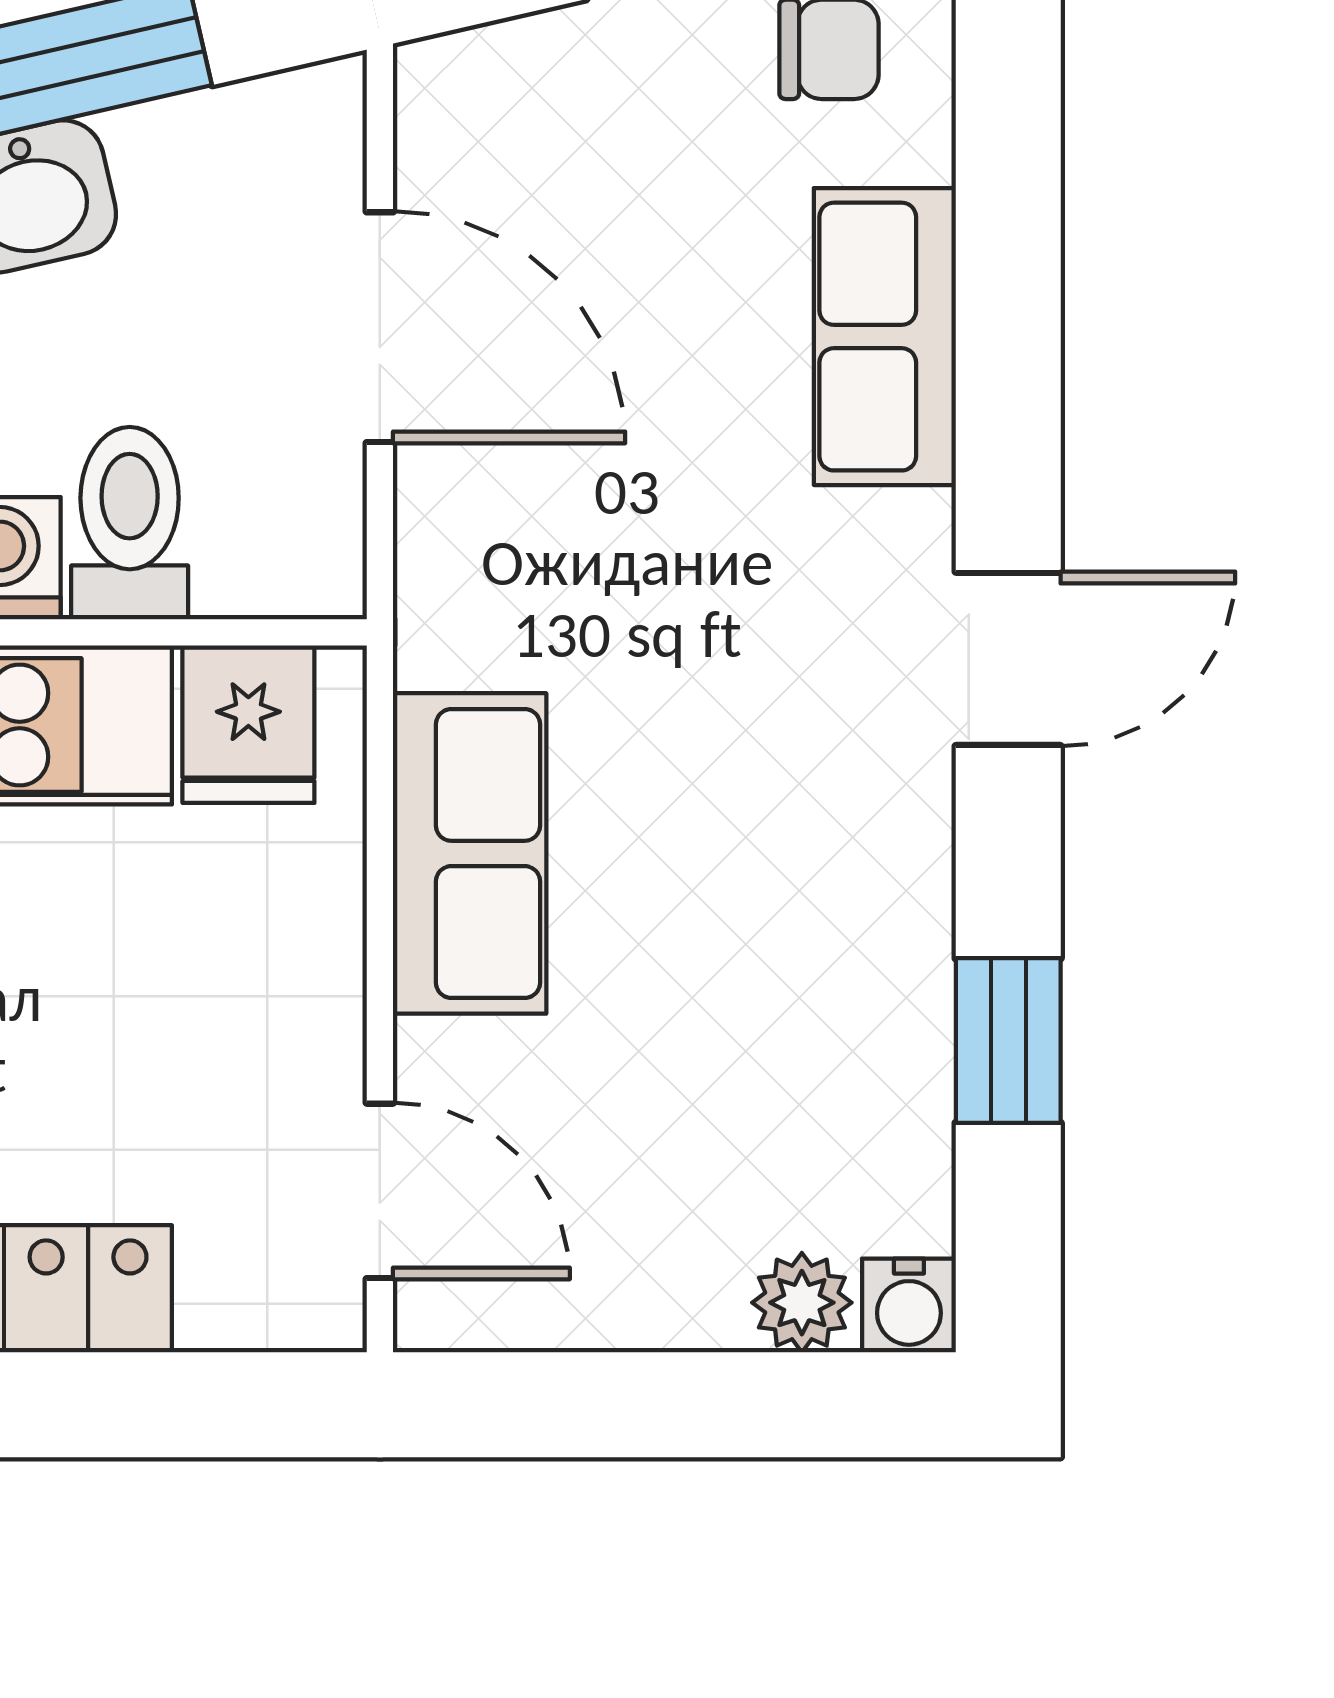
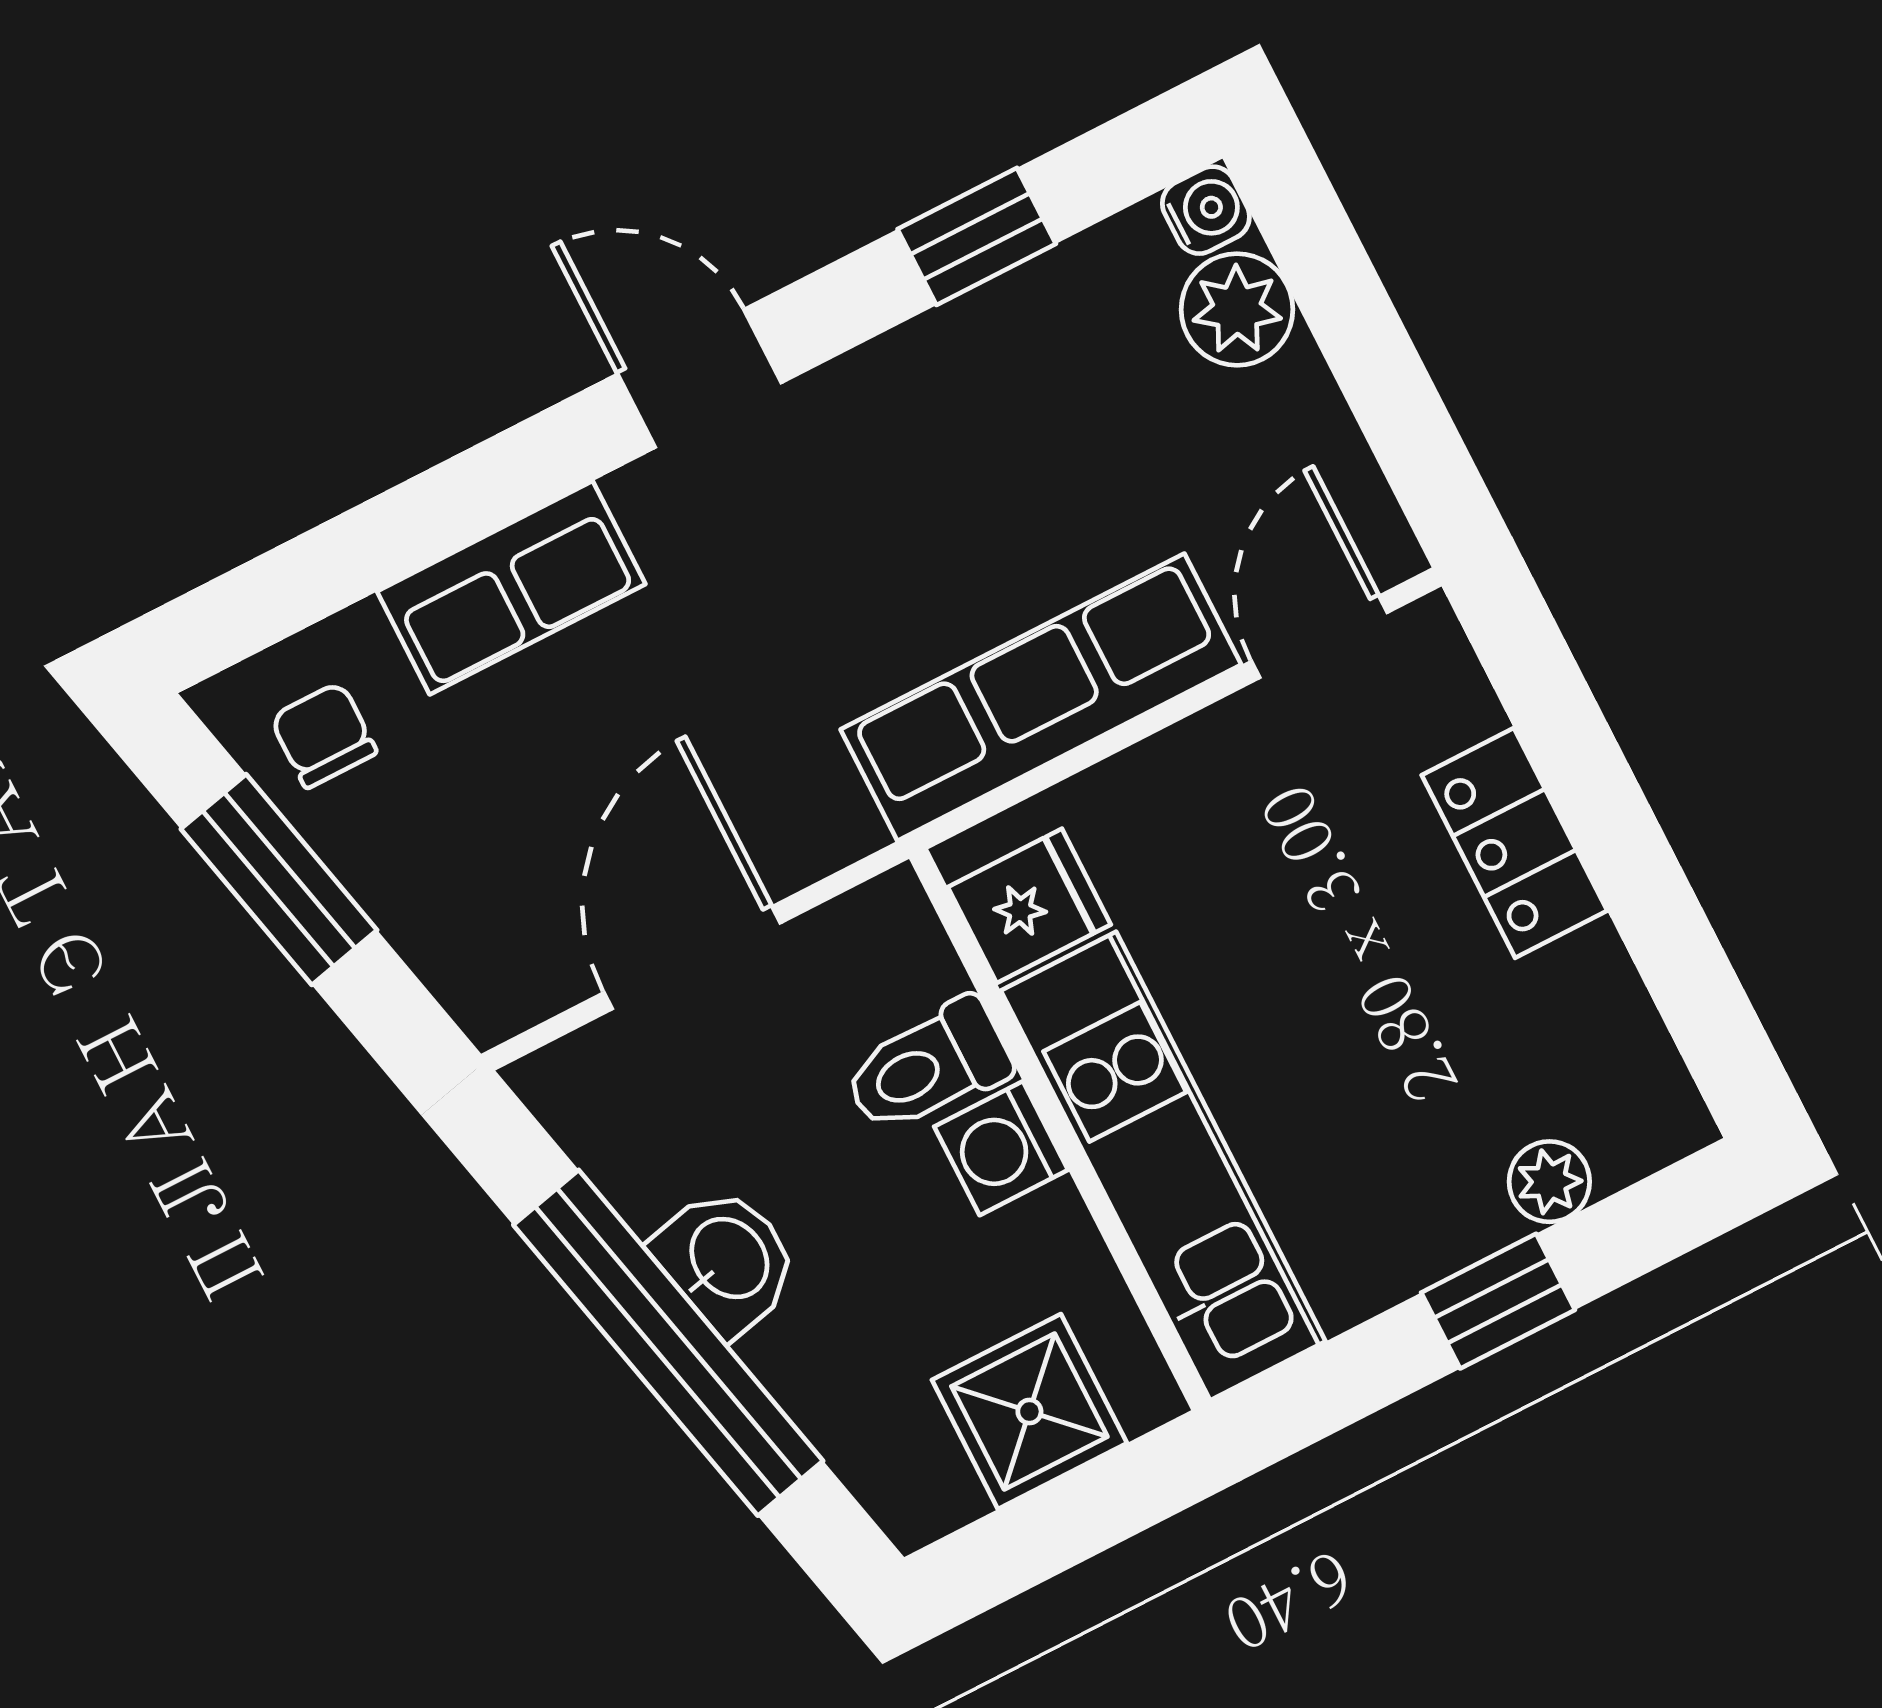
row of seats: (470, 853) -> (1041, 697), width x1.48
plant: (802, 1303) -> (1237, 309), width x1.38, depth x1.38

